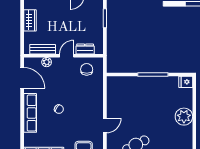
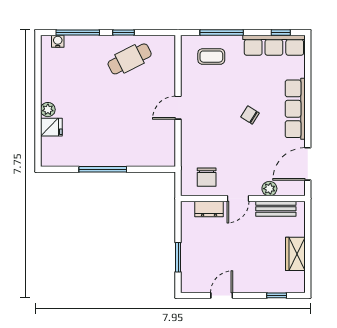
door: (22, 78) -> (308, 164), hinge flipped
fridge: (186, 82) -> (51, 127), moved
plant: (184, 117) -> (48, 110), width x0.53, depth x0.53
door: (105, 125) -> (178, 108), moved

